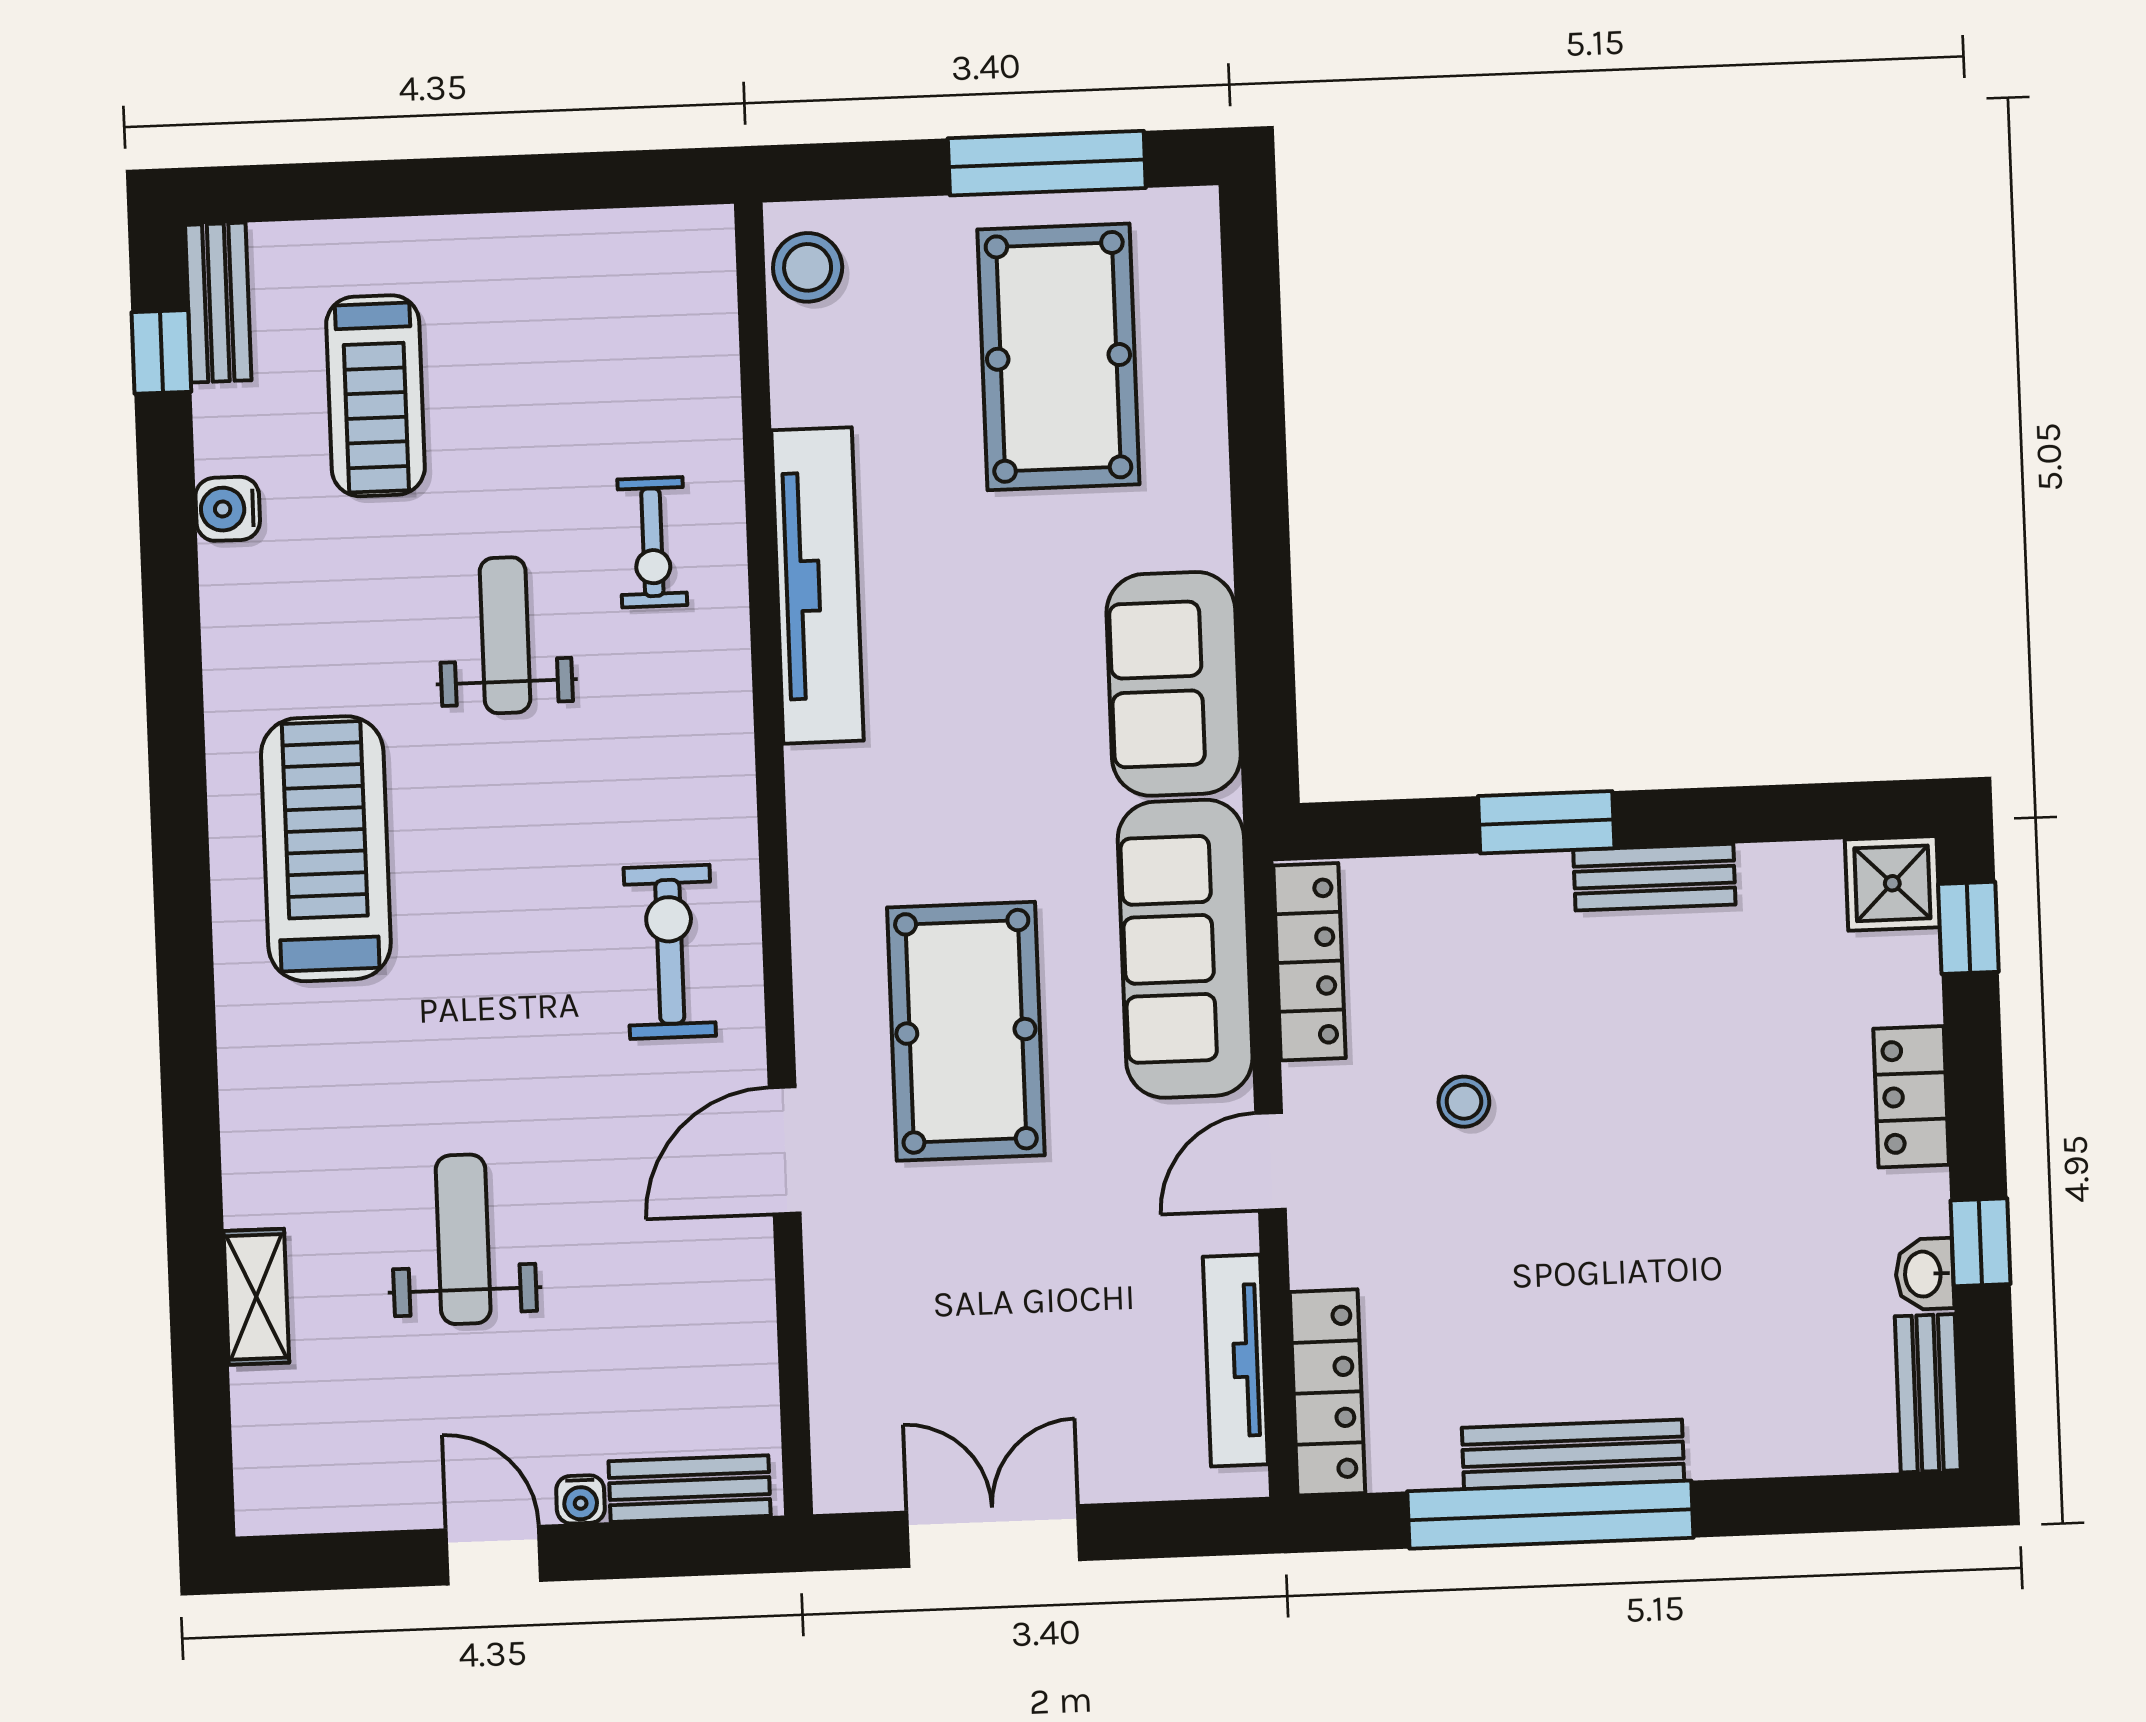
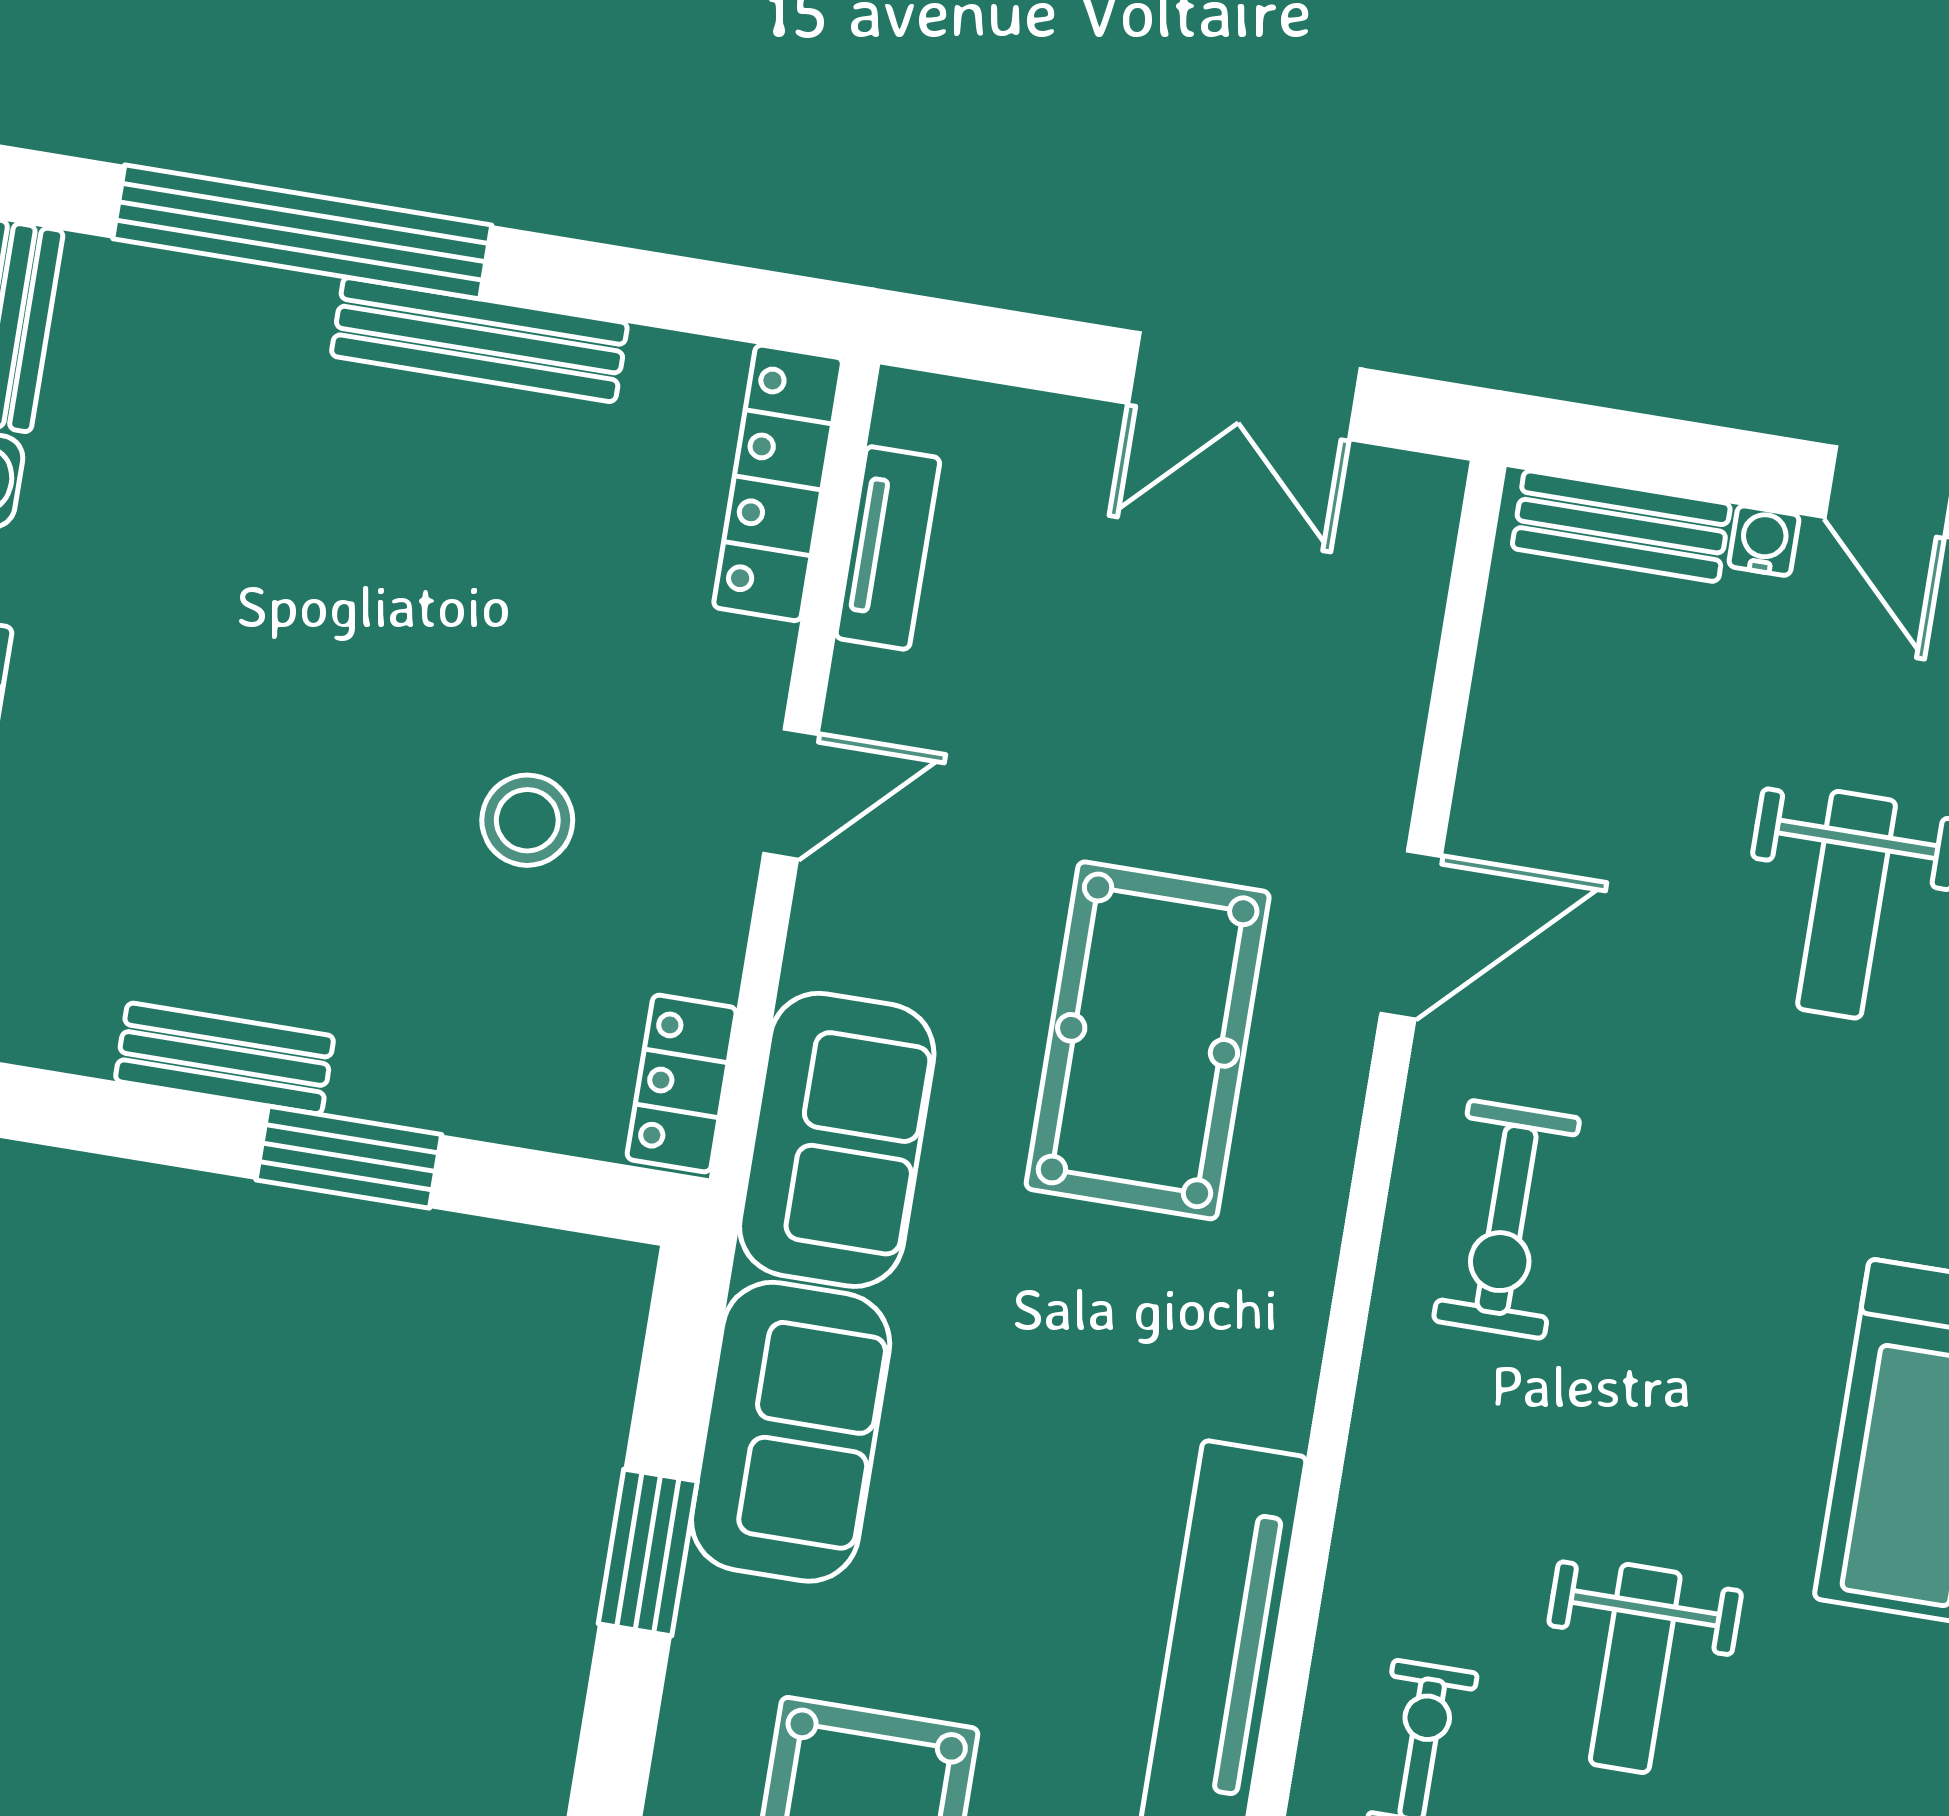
window: (1262, 572) -> (648, 1552), added
sofa: (1185, 949) -> (837, 1140), width x0.73
locker: (1310, 962) -> (682, 1083), width x0.66
stool: (1464, 1102) -> (527, 820), width x1.37, depth x1.37
tv unit: (1235, 1360) -> (888, 548), width x0.71
window: (1550, 1515) -> (302, 232), moved

